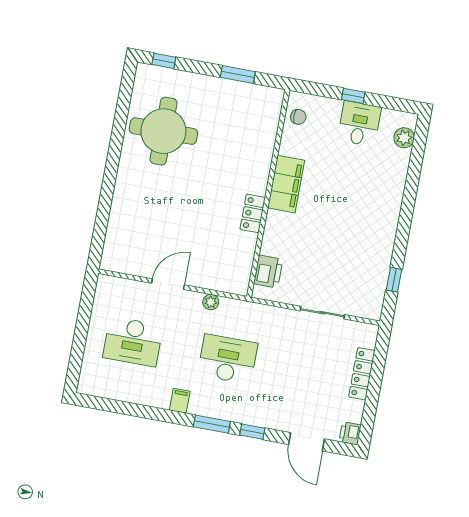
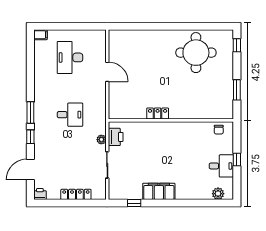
filing cabinet: (286, 184) -> (159, 191), moved, turned 180
printer: (268, 271) -> (116, 137), moved, turned -90
plant: (211, 302) -> (101, 140), moved
desk: (228, 359) -> (70, 115), width x0.73
filing cabinet: (180, 401) -> (40, 35), moved

